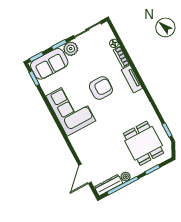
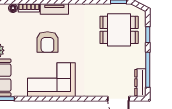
armchair: (101, 88) -> (47, 42), turned 180
plant: (126, 177) -> (141, 63), removed

